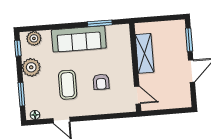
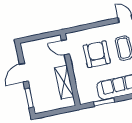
armchair: (101, 82) -> (97, 54), width x1.88, depth x1.88

